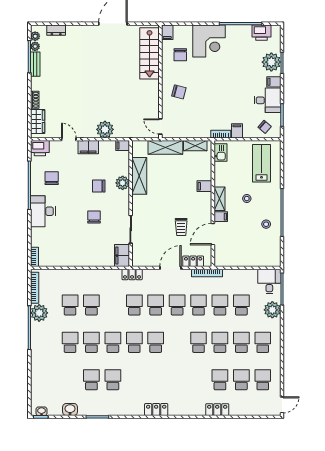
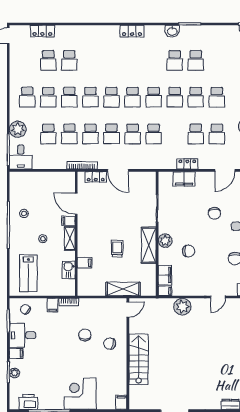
stairs: (150, 53) -> (139, 359), moved
chair: (180, 55) -> (85, 335), moved
plant: (271, 62) -> (14, 373), width x0.53, depth x0.53
door: (160, 126) -> (128, 310), hinge flipped
door: (69, 139) -> (218, 297), hinge flipped
shelving: (195, 146) -> (94, 291), removed
filing cabinet: (88, 147) -> (165, 275), moved, turned 90
kitchen sink: (221, 153) -> (69, 270), moved
shelving: (139, 176) -> (149, 245), moved
plant: (123, 183) -> (165, 241), moved
filing cabinet: (204, 186) -> (85, 263), moved
chair: (94, 217) -> (214, 213), moved
trolley: (181, 227) -> (117, 249), moved
door: (213, 234) -> (76, 204), swing flipped
filing cabinet: (122, 256) -> (184, 179), moved, turned 90
door: (62, 268) -> (225, 170), added
door: (170, 268) -> (118, 170), hinge flipped
locker: (132, 274) -> (187, 164), moved
school desk: (263, 380) -> (111, 97), moved
washbasin: (70, 409) -> (172, 31), moved
locker: (217, 410) -> (42, 31), moved

